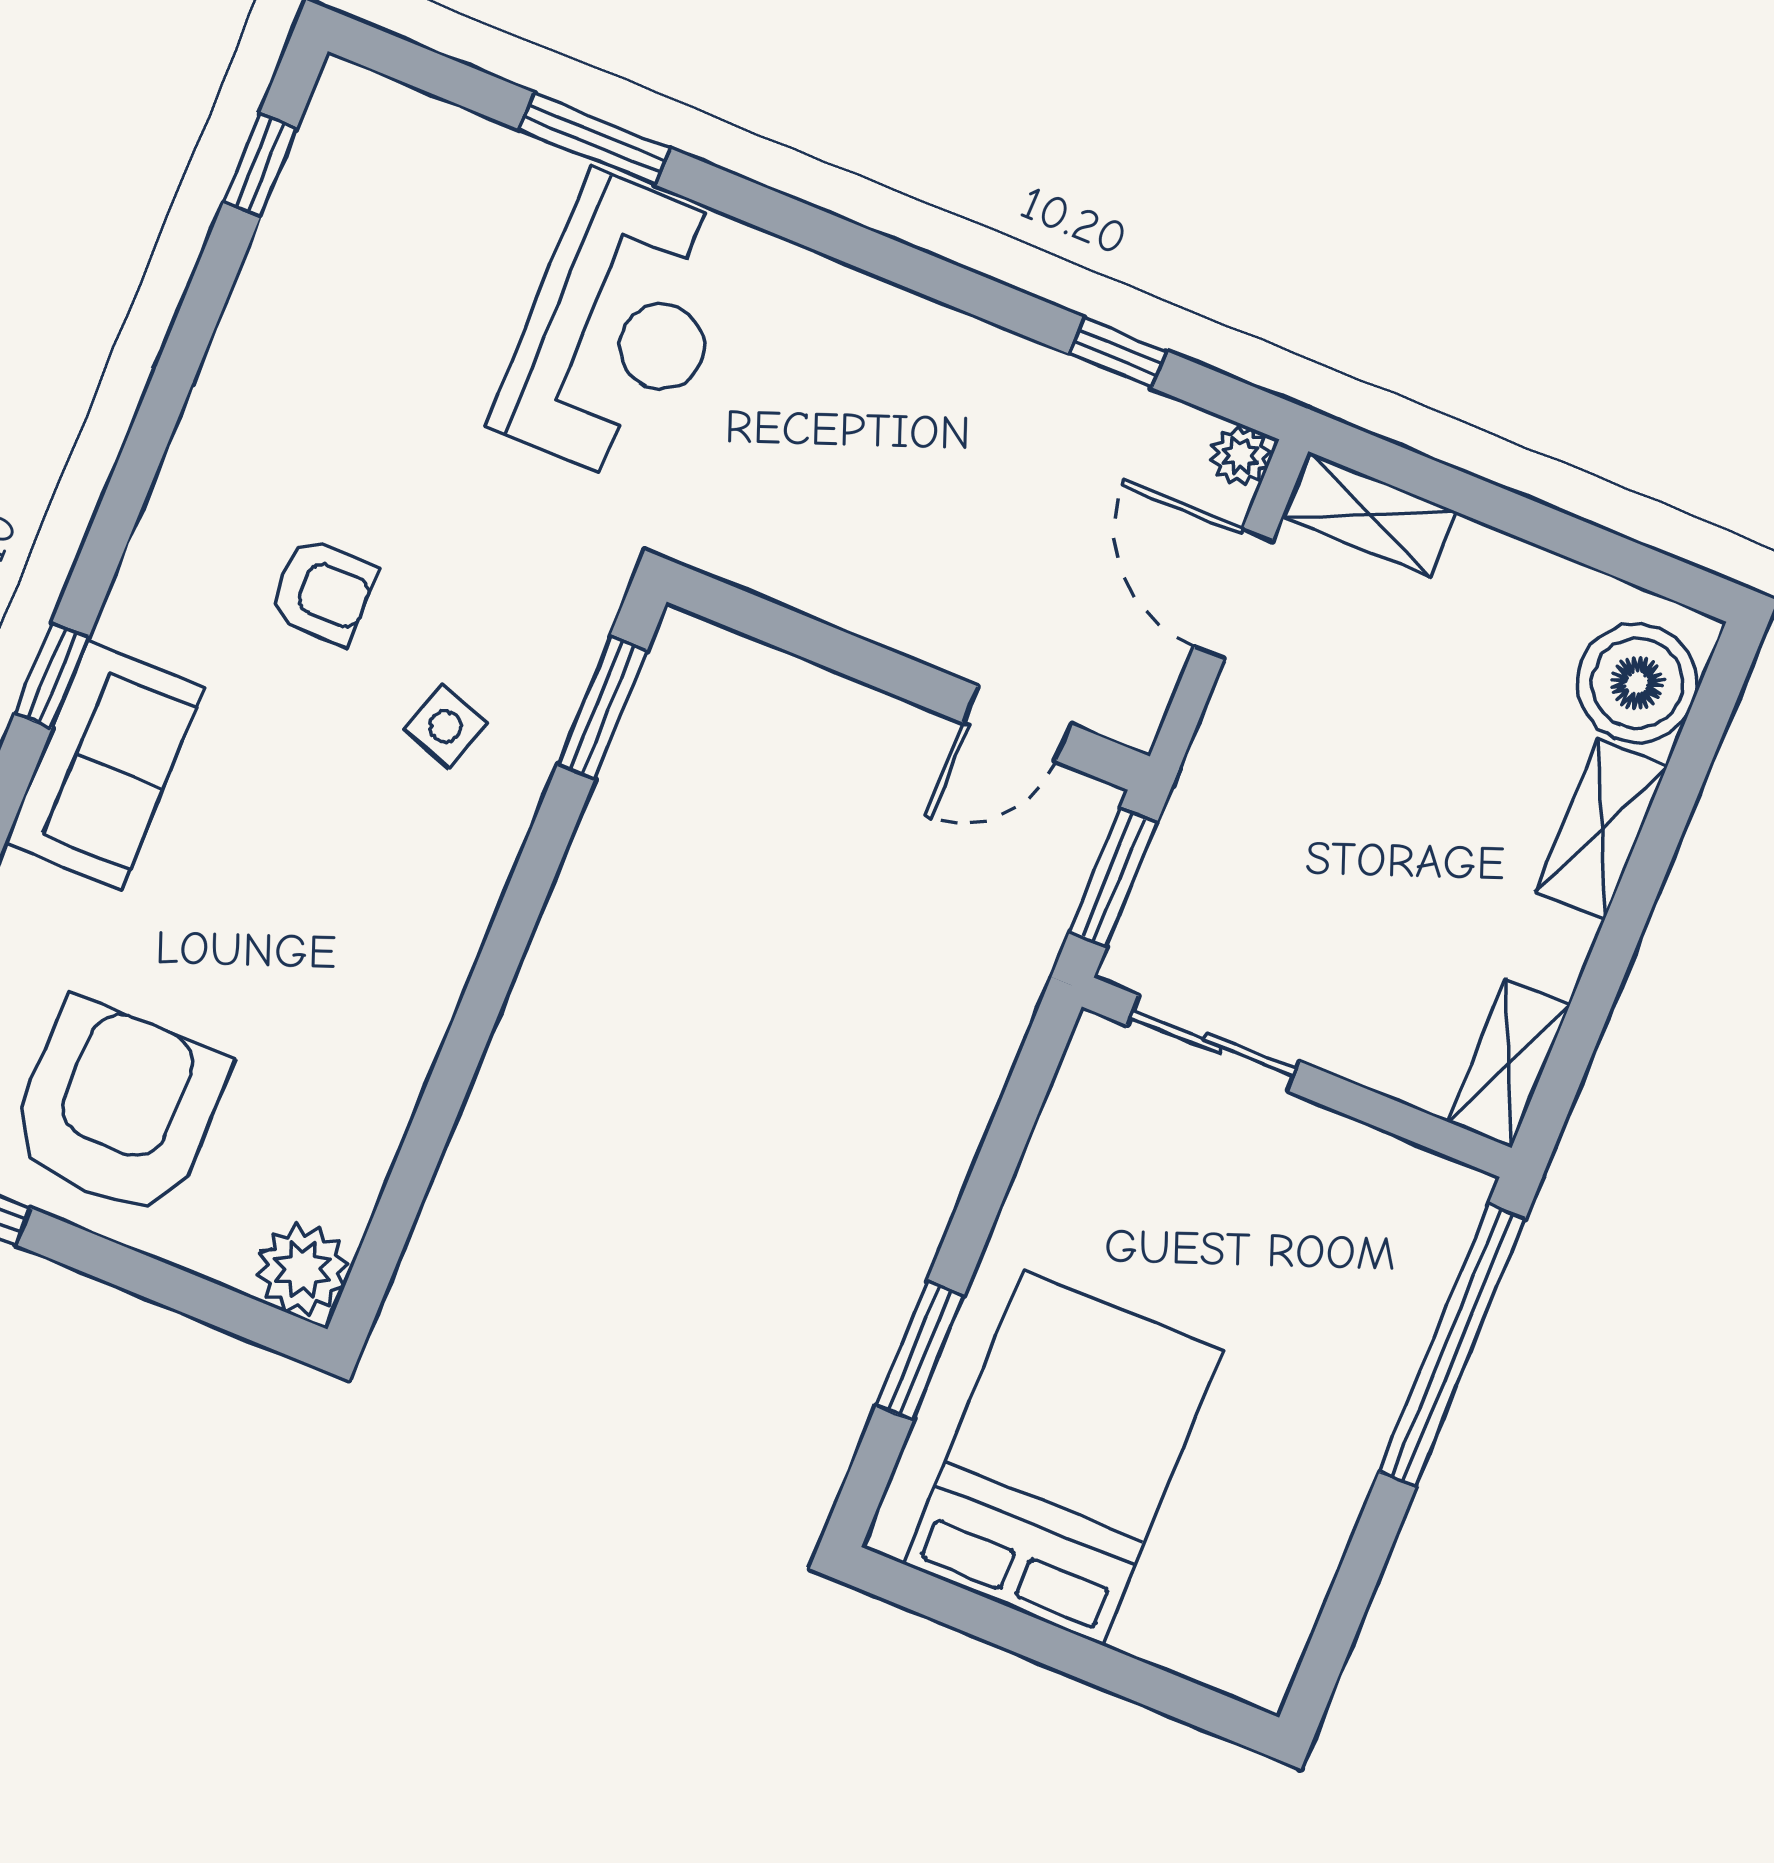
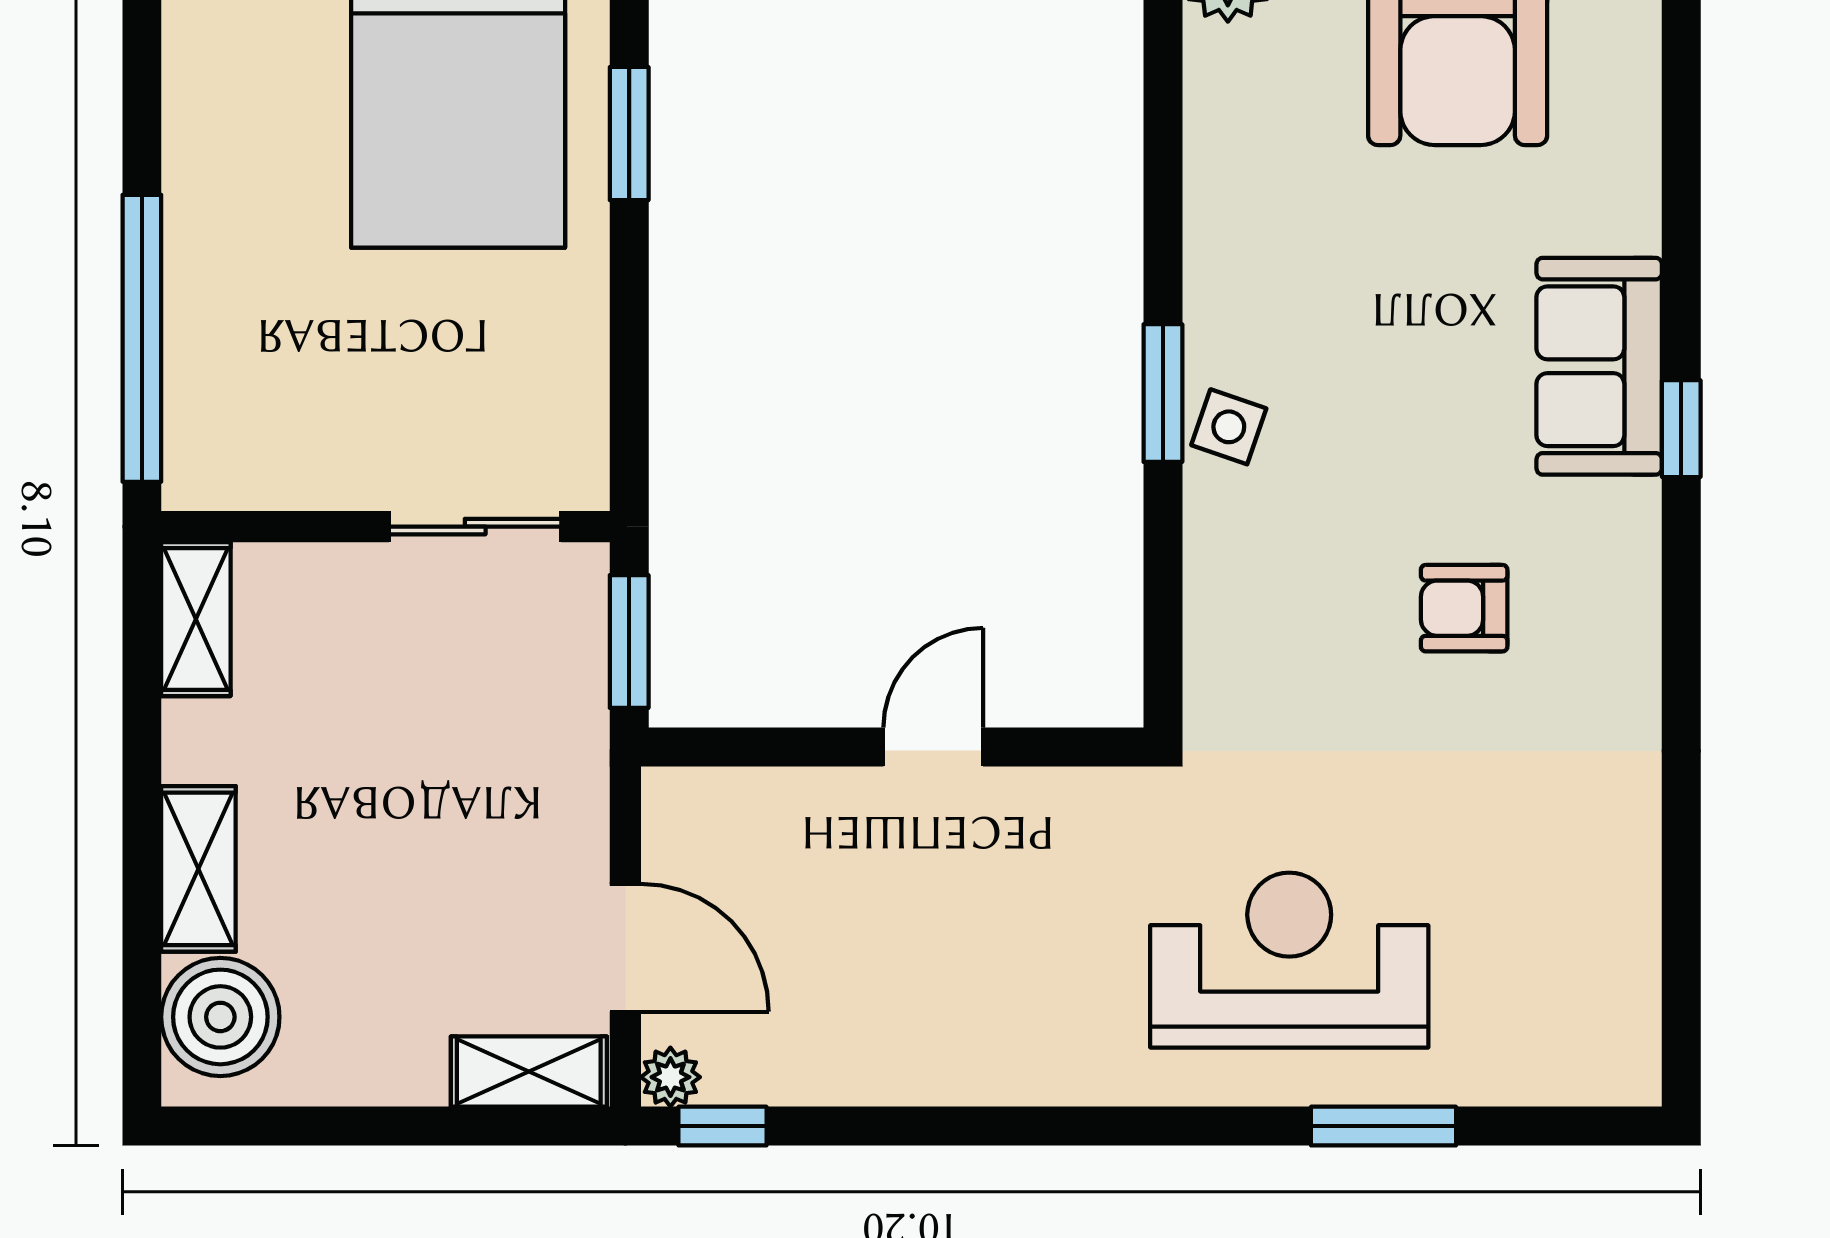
window: (260, 165) -> (1681, 976), removed
reception desk: (619, 329) -> (1289, 960), turned 90
window: (1118, 353) -> (723, 1126), moved
window: (602, 707) -> (1163, 393), moved
door: (1017, 723) -> (933, 747), moved
side table: (445, 726) -> (1229, 427), moved

